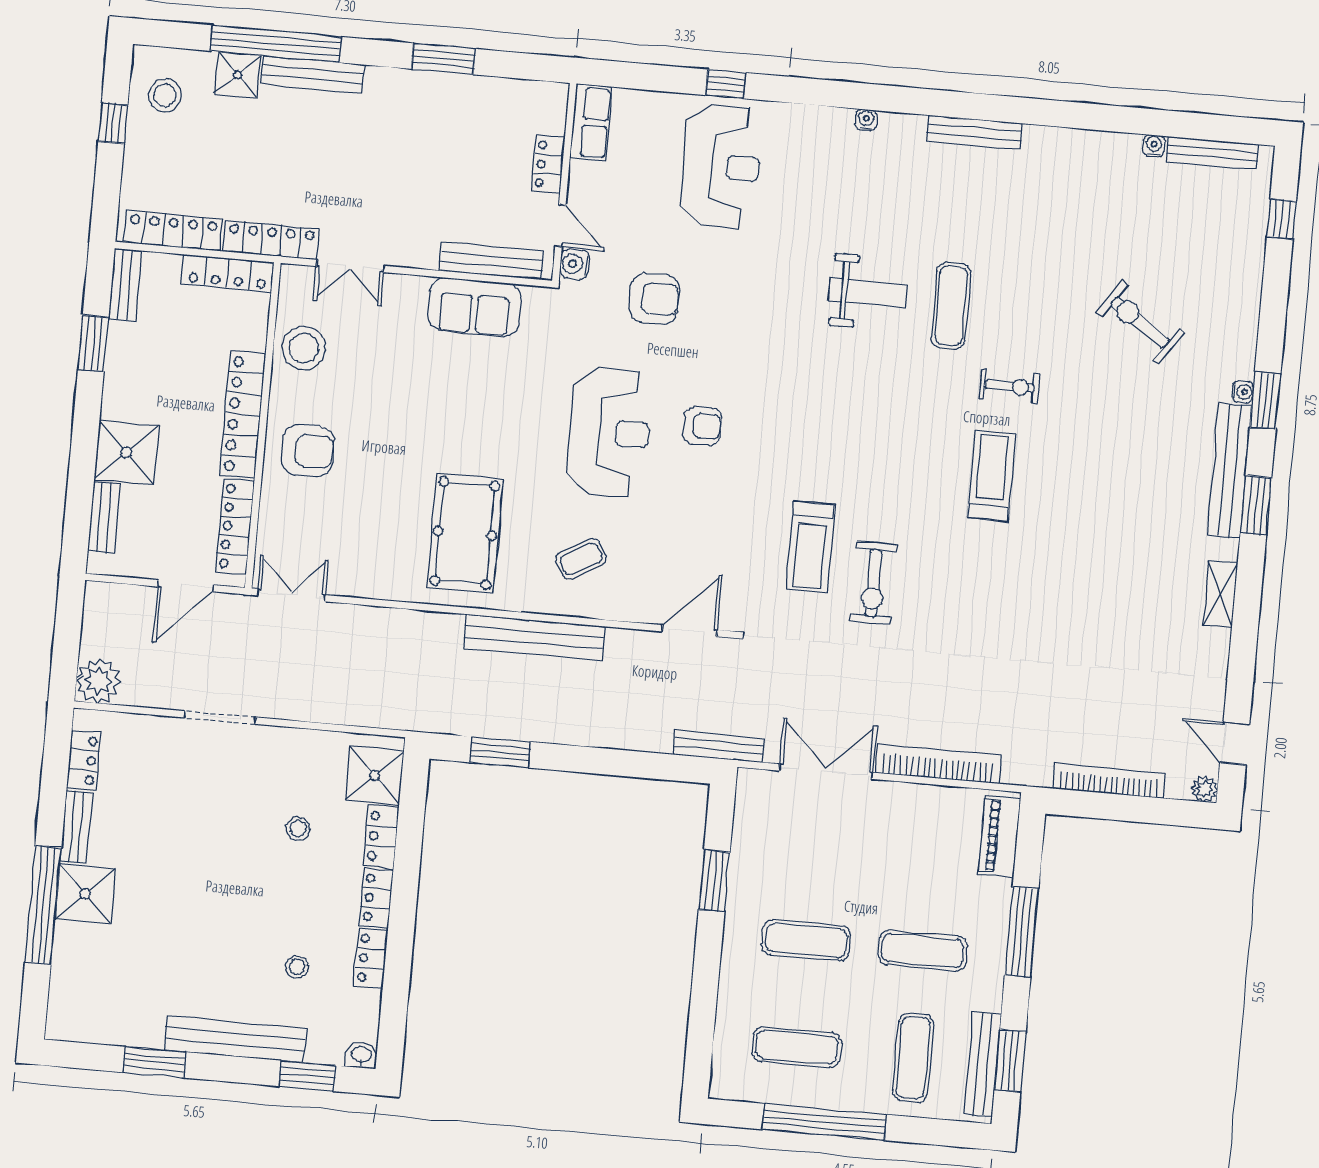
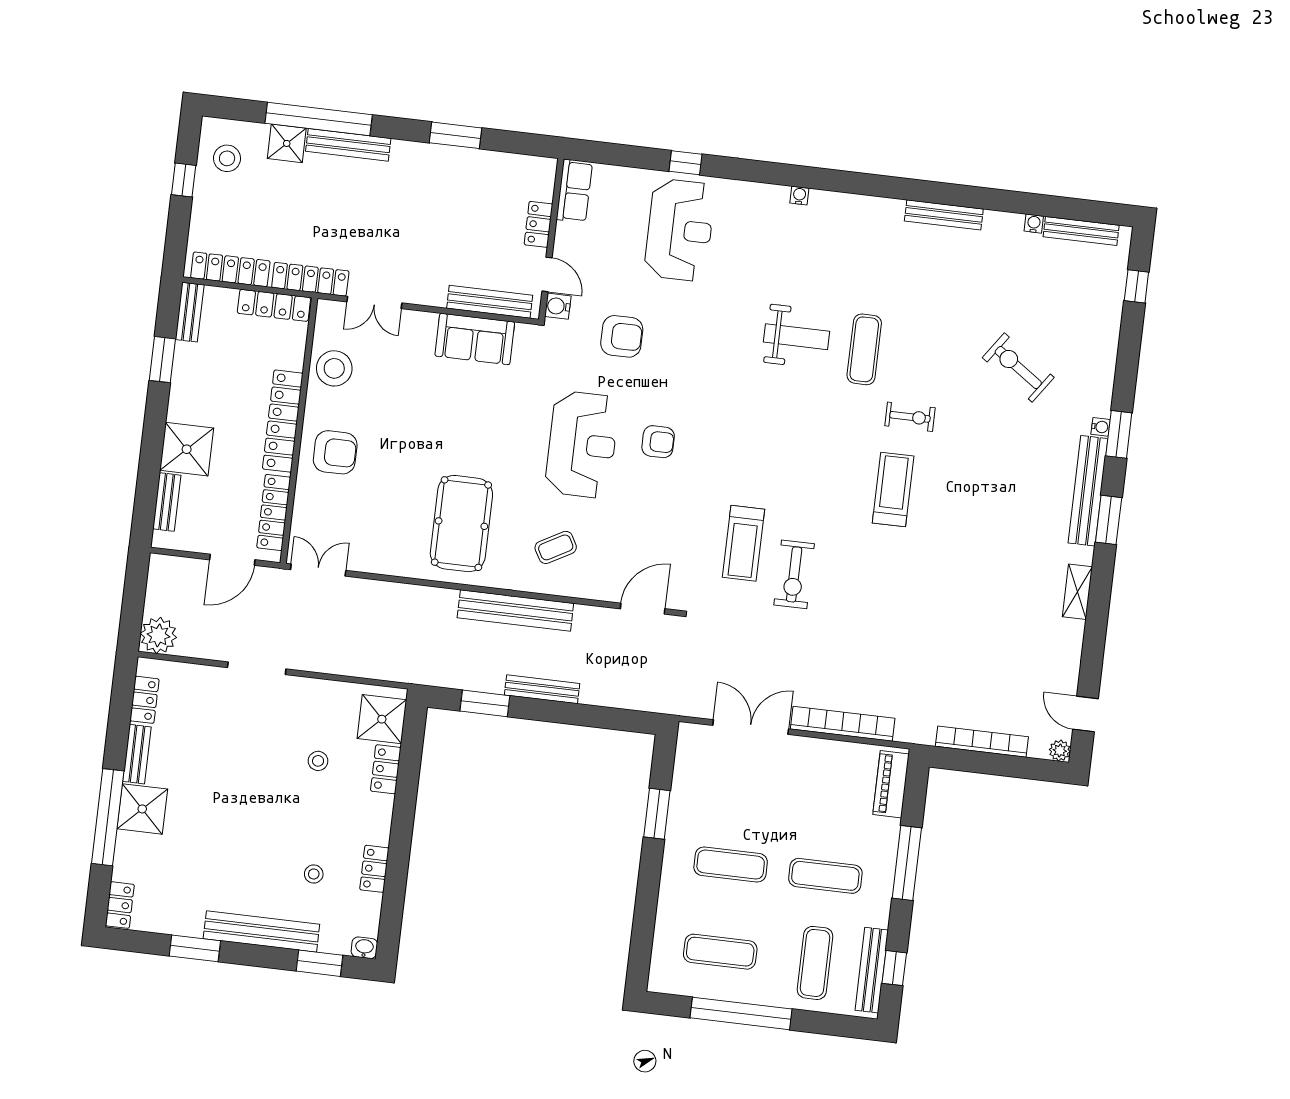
bench: (974, 132) -> (944, 215), moved
bench: (719, 746) -> (542, 689), moved
locker: (376, 898) -> (120, 905), moved, turned 180
window: (1010, 1061) -> (894, 968), width x0.67

